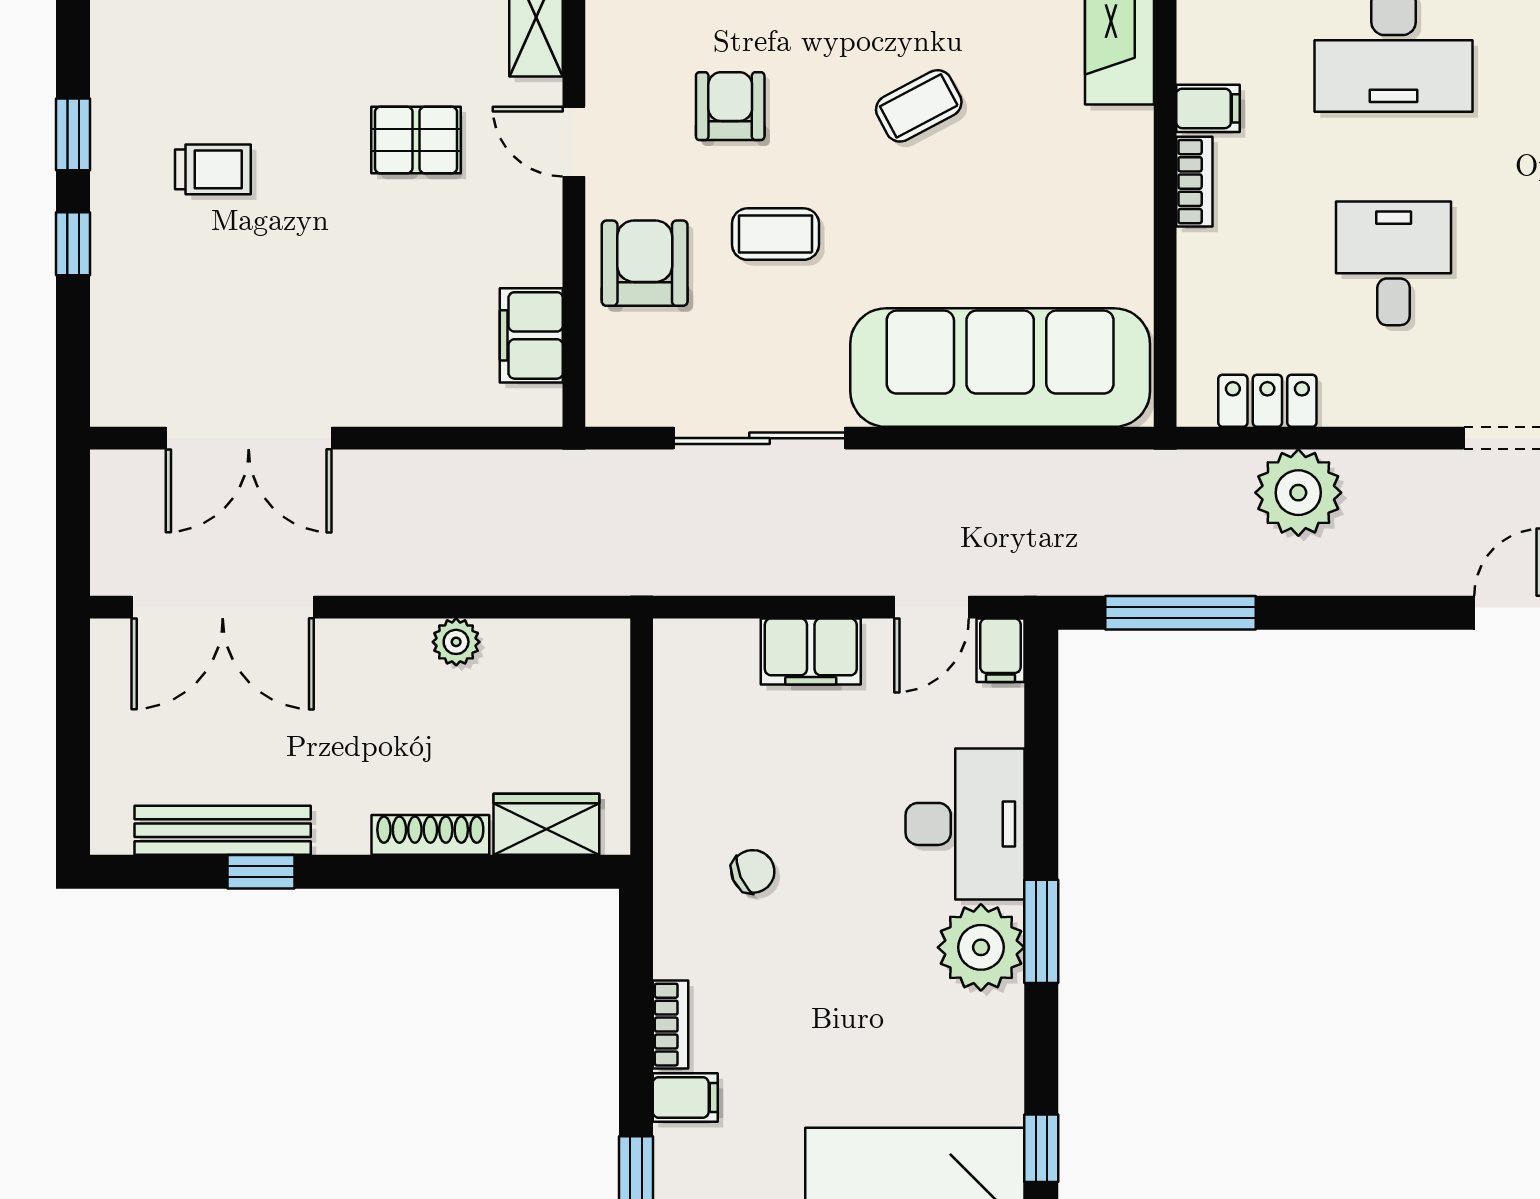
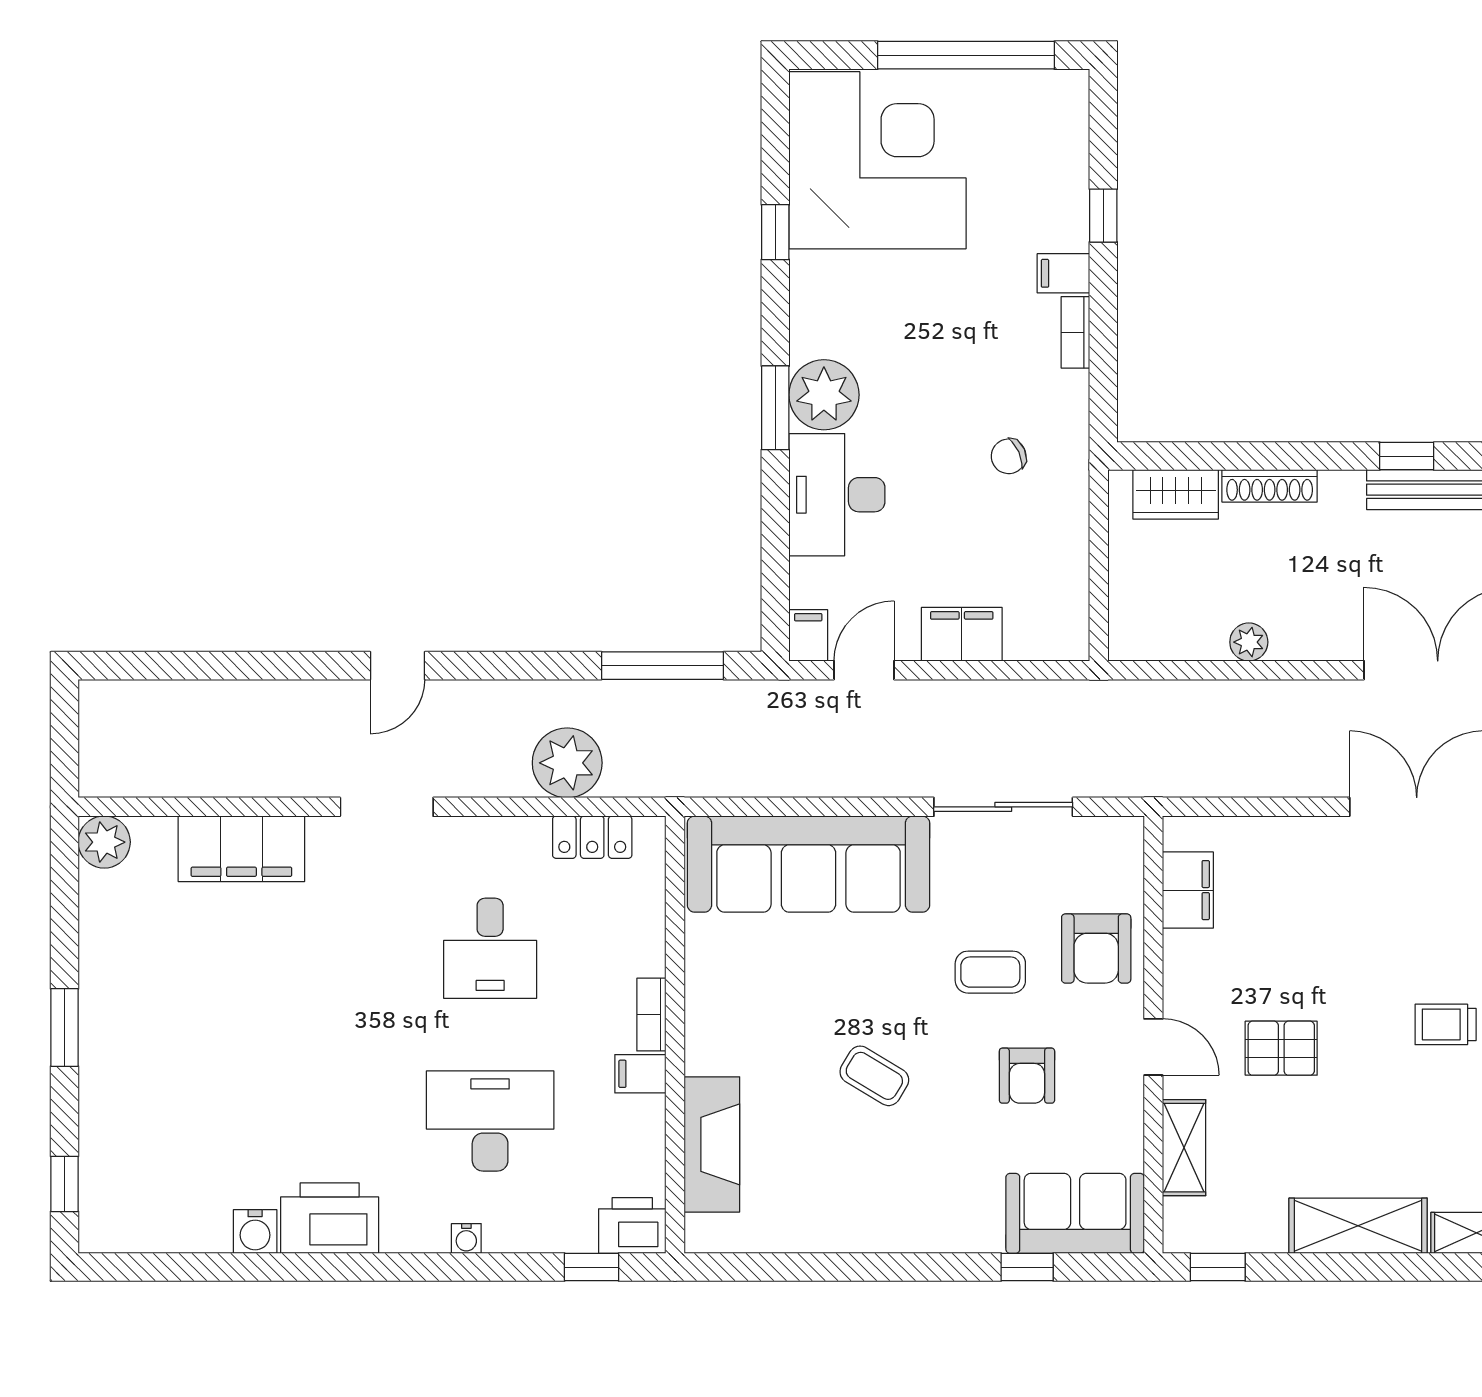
coffee table: (919, 106) -> (874, 1076), turned 59

